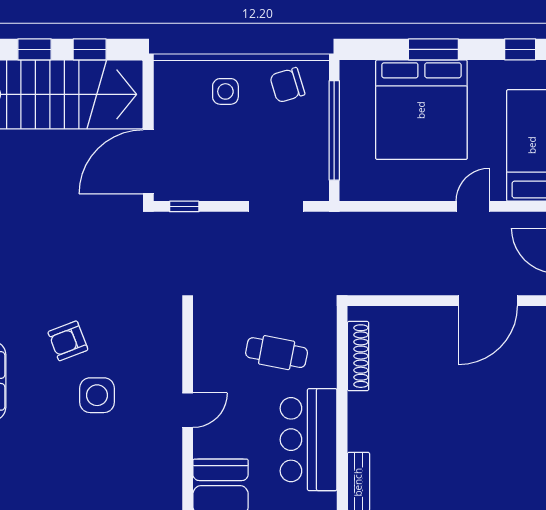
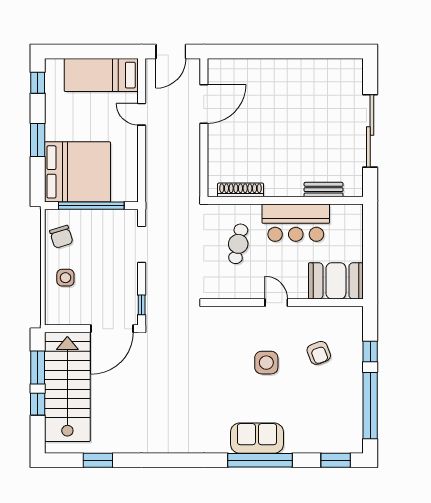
window: (90, 49) -> (38, 367), width x1.50
bed: (421, 110) -> (77, 172), moved
door: (148, 162) -> (112, 329), hinge flipped
door: (488, 301) -> (204, 104), hinge flipped
armchair: (68, 341) -> (319, 353), moved

